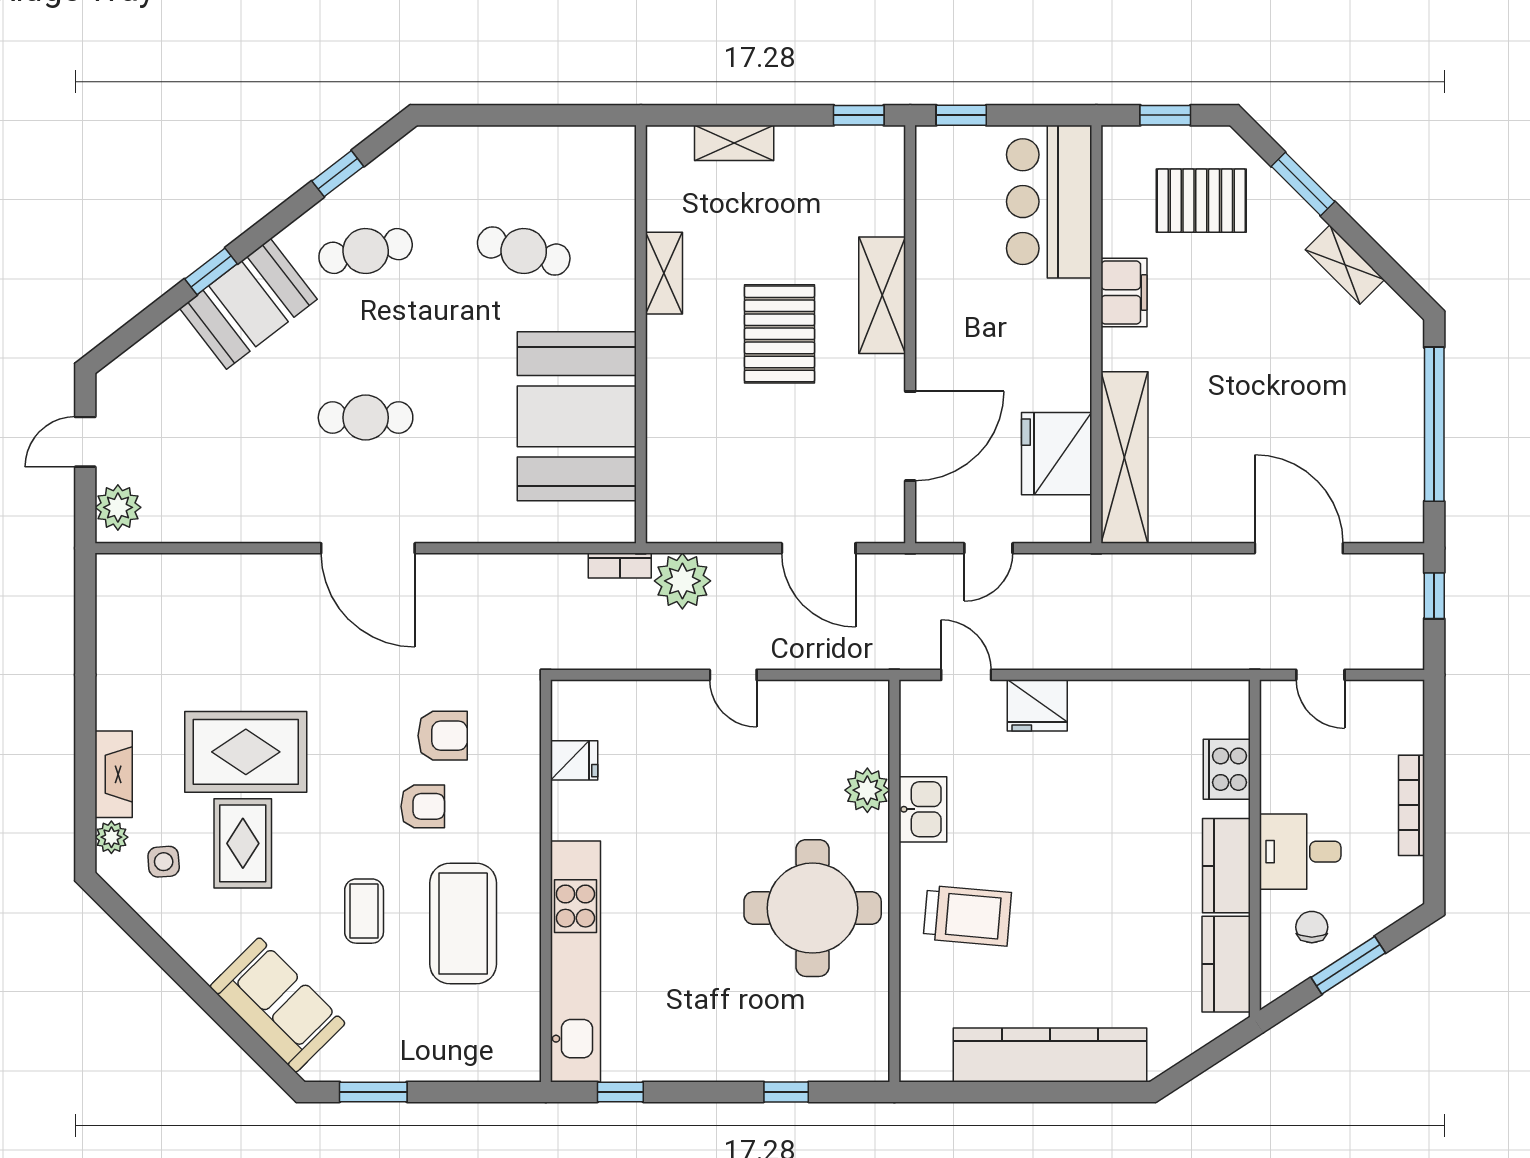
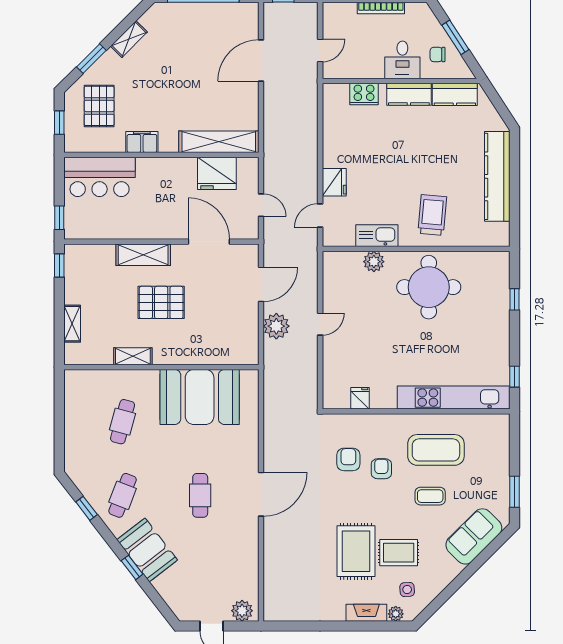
cafe table: (366, 251) -> (123, 495), turned 33
bookcase: (620, 565) -> (269, 377), removed
plant: (682, 581) -> (276, 326), moved
kitchen sink: (923, 809) -> (377, 236), width x1.38

